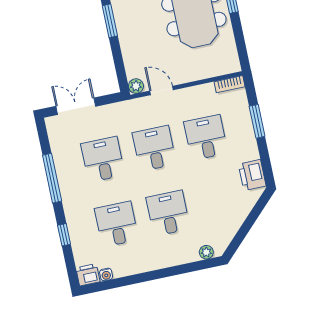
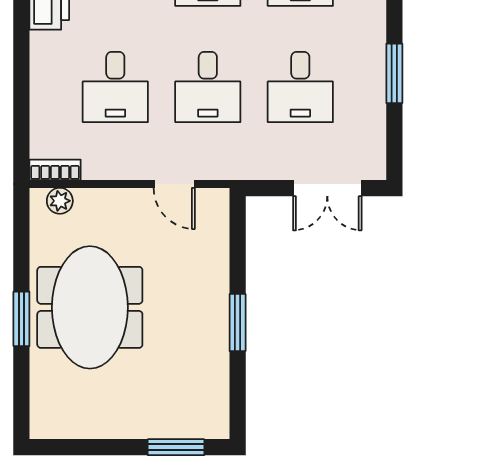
plant: (136, 86) -> (60, 201), moved
window: (257, 121) -> (21, 96), removed
window: (52, 178) -> (394, 73), width x0.69

